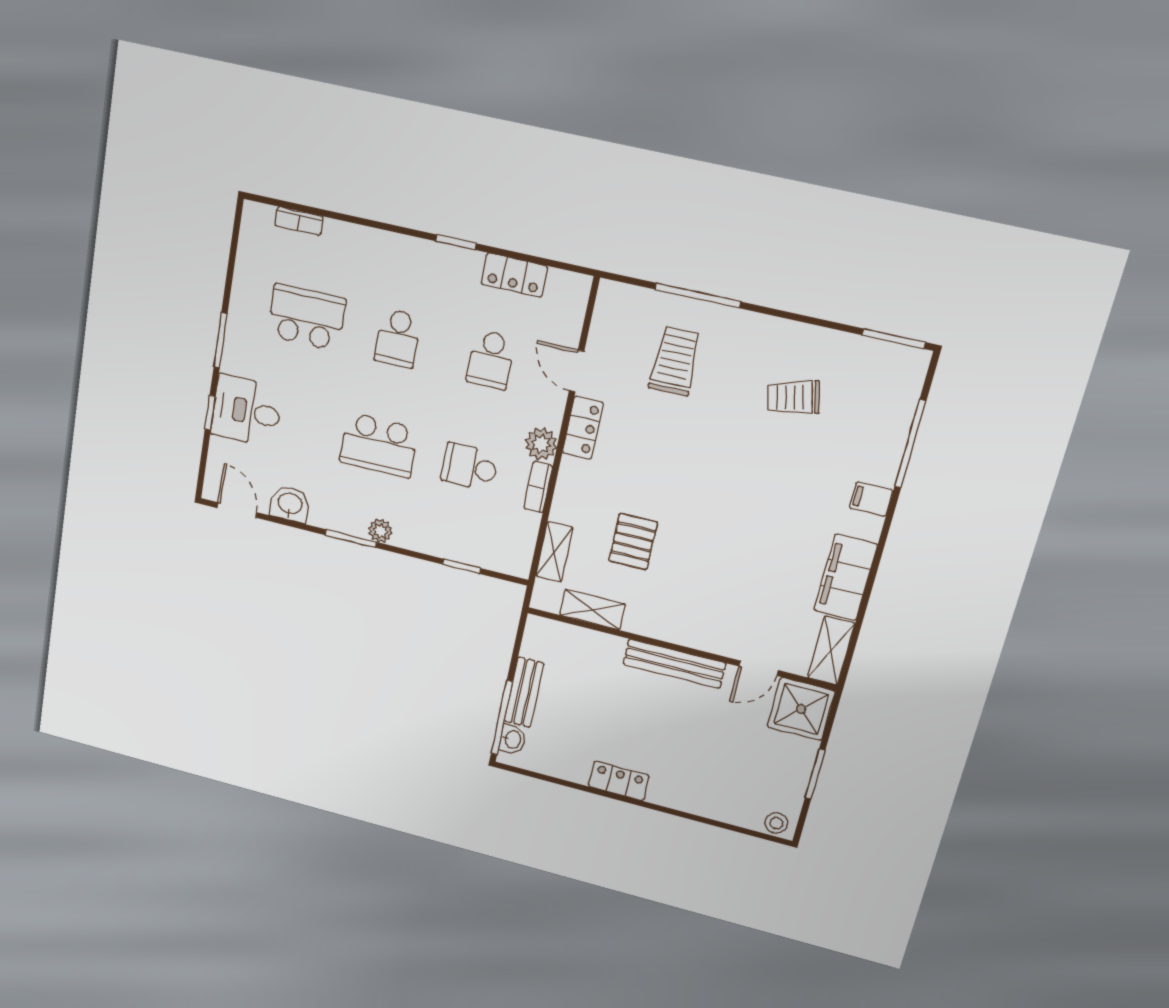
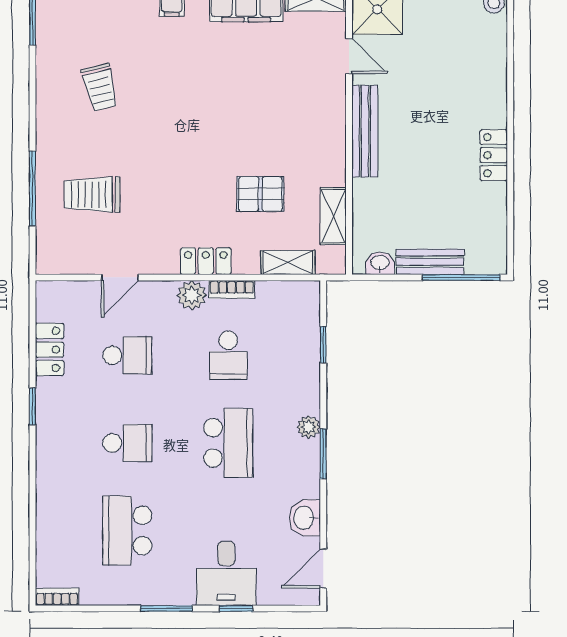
bookcase: (299, 221) -> (57, 597), moved, turned -90
locker: (583, 428) -> (206, 261), moved
washbasin: (512, 739) -> (380, 263), moved

